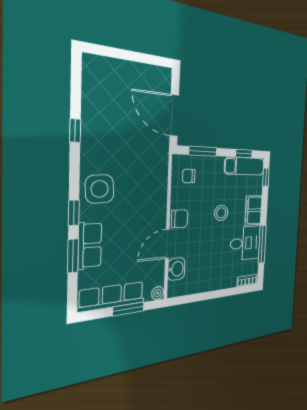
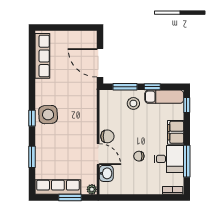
window: (75, 131) -> (32, 78), removed
window: (244, 154) -> (152, 87), moved
chair: (189, 176) -> (139, 156), moved
window: (74, 213) -> (32, 118), moved
stool: (221, 213) -> (133, 103), moved
door: (167, 244) -> (98, 154), swing flipped
row of seats: (90, 245) -> (42, 56), moved, width x1.48

